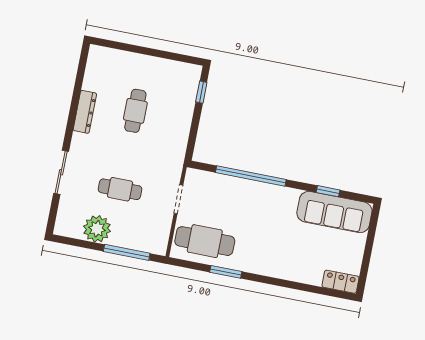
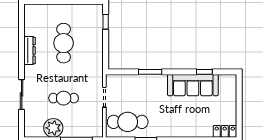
cafe table: (135, 111) -> (64, 43), width x1.37, depth x1.35
window: (251, 176) -> (150, 72), width x0.47
sofa: (334, 212) -> (193, 85), moved

